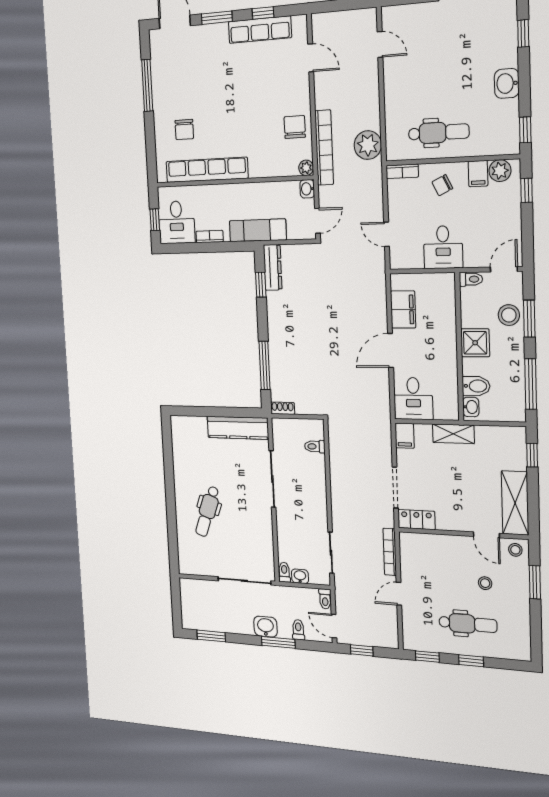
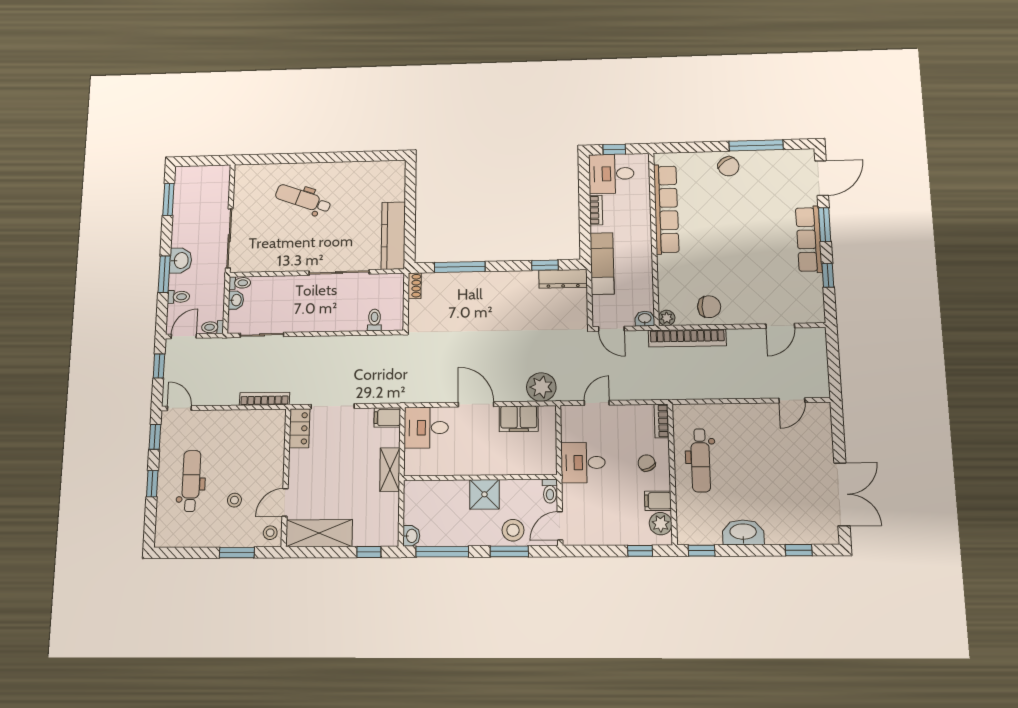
row of seats: (260, 30) -> (809, 239), moved
washbasin: (507, 83) -> (743, 532), width x1.38
chair: (184, 129) -> (729, 166), moved, turned -125
plant: (368, 145) -> (541, 387), moved
door: (504, 269) -> (560, 526), swing flipped
bidet: (476, 386) -> (440, 494), removed
washbasin: (471, 407) -> (411, 536), moved, turned -90
door: (399, 594) -> (179, 408), moved
dental chair: (468, 624) -> (191, 481), turned 180

